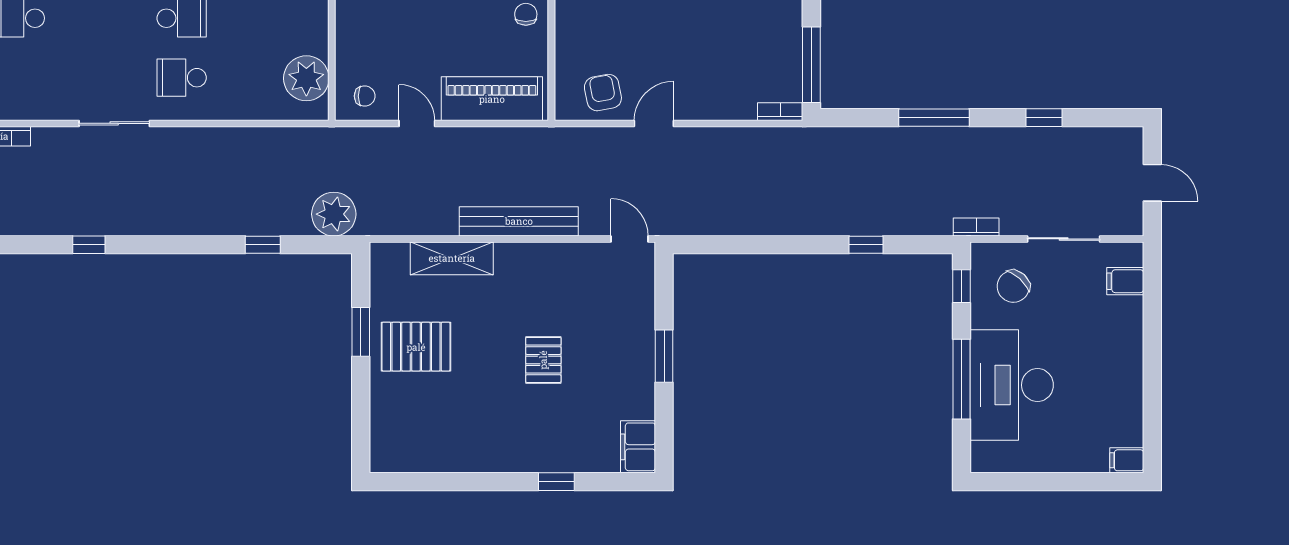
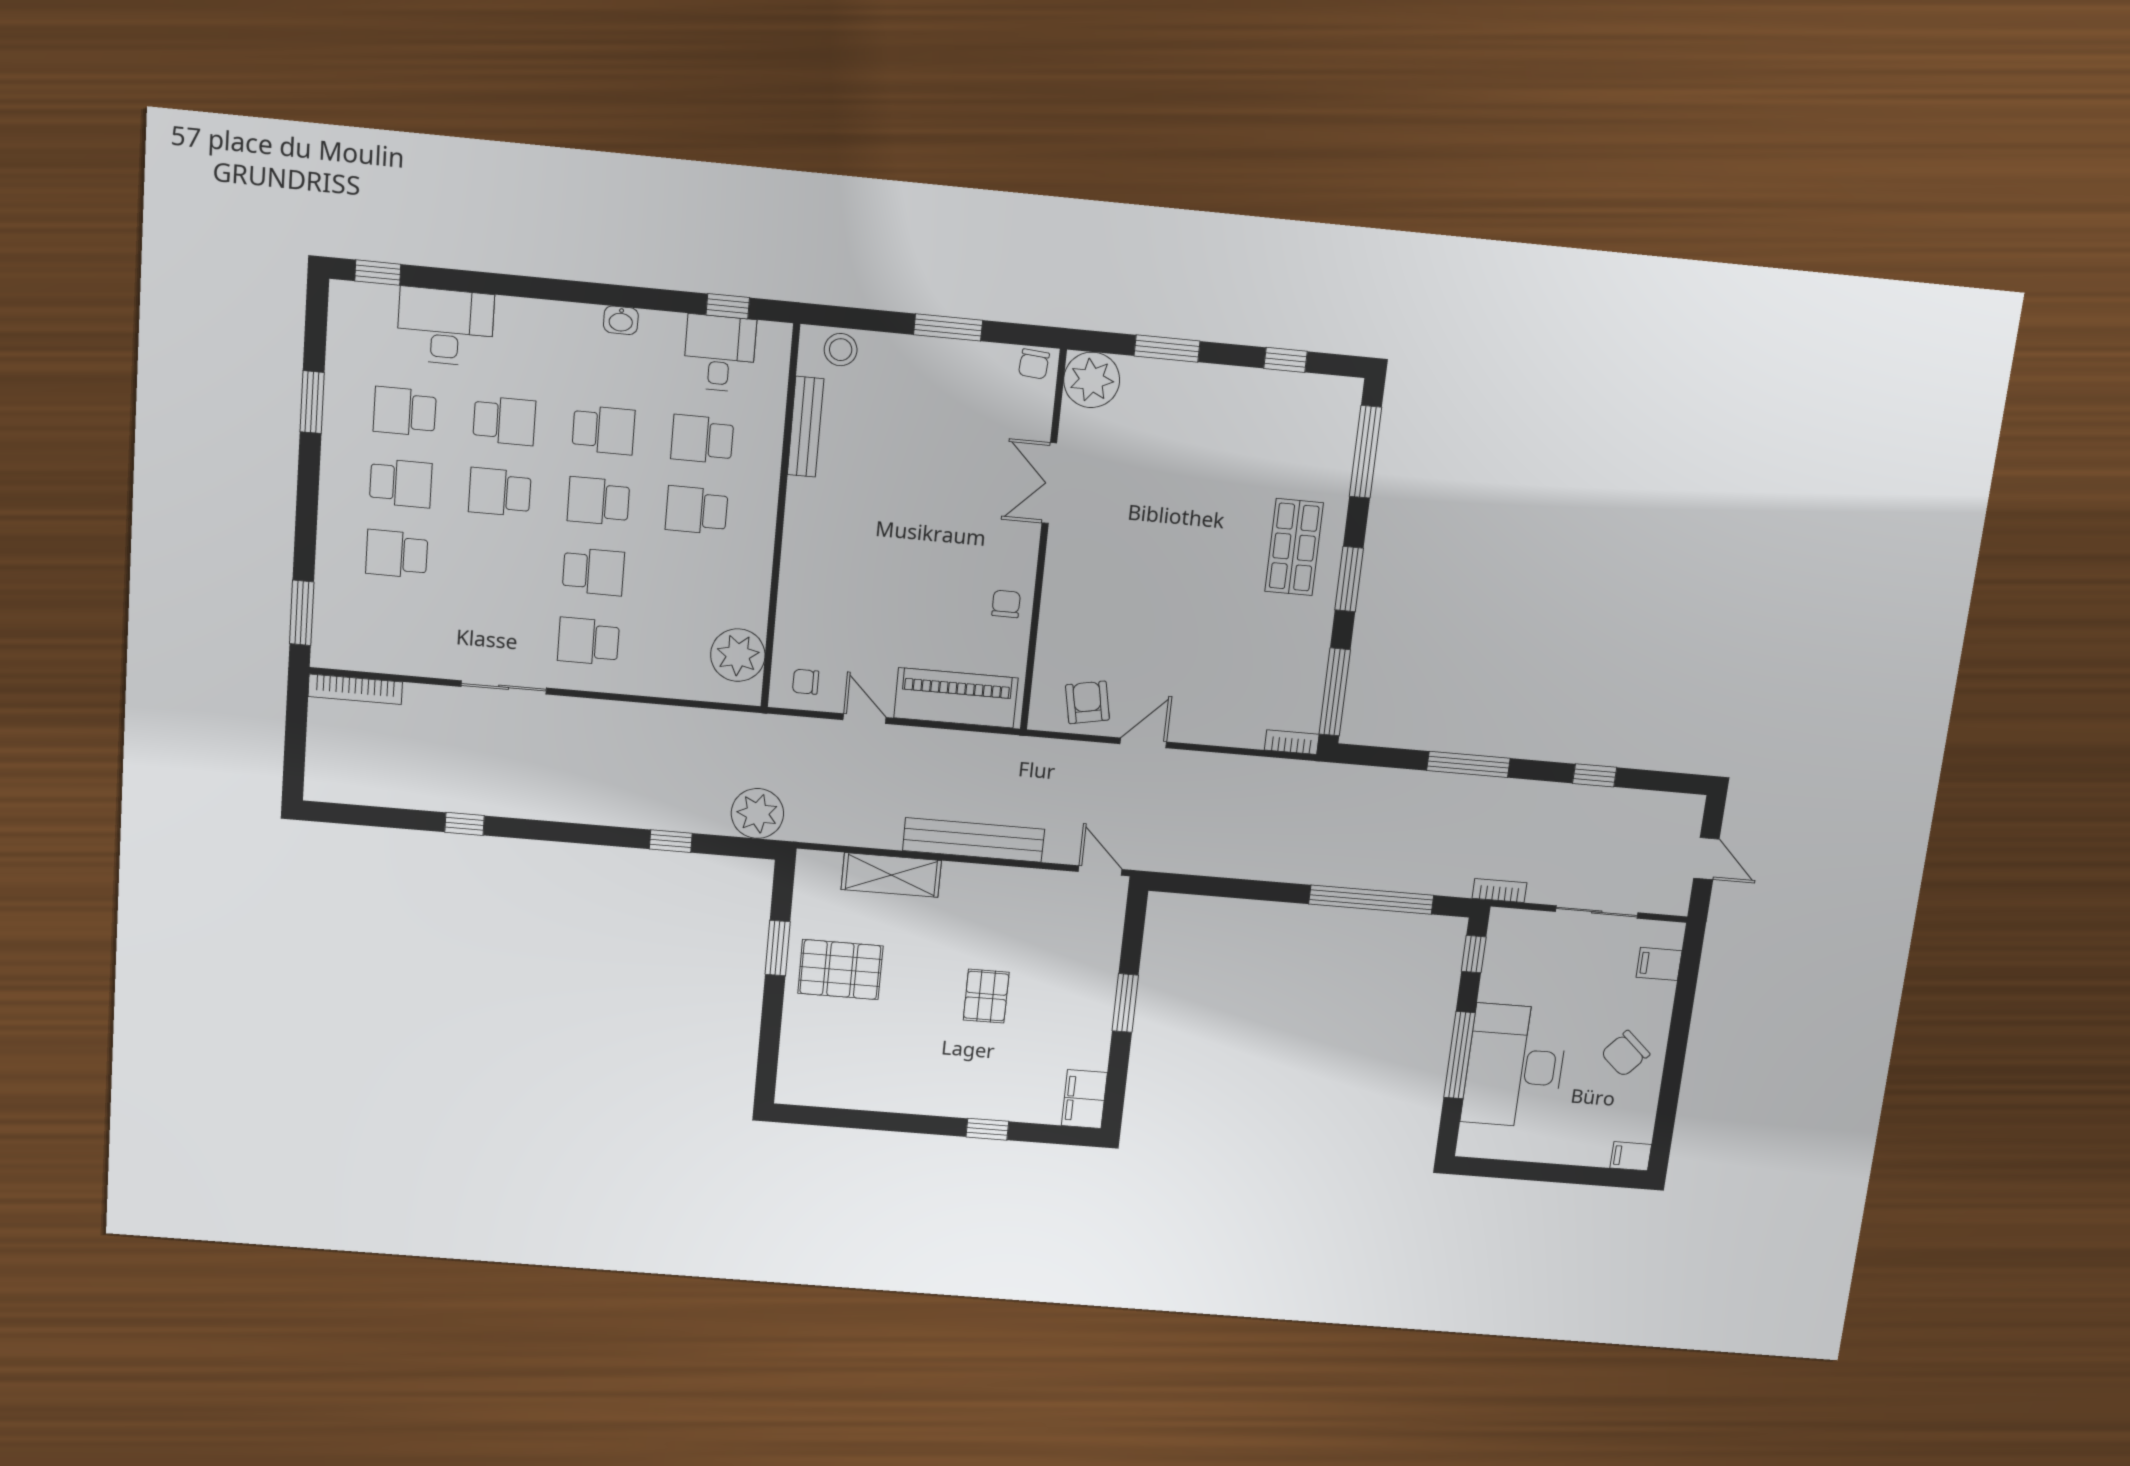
chair: (365, 96) -> (806, 682), turned 180
window: (866, 245) -> (1371, 900), width x3.17
chair: (1013, 286) -> (1625, 1054), moved

